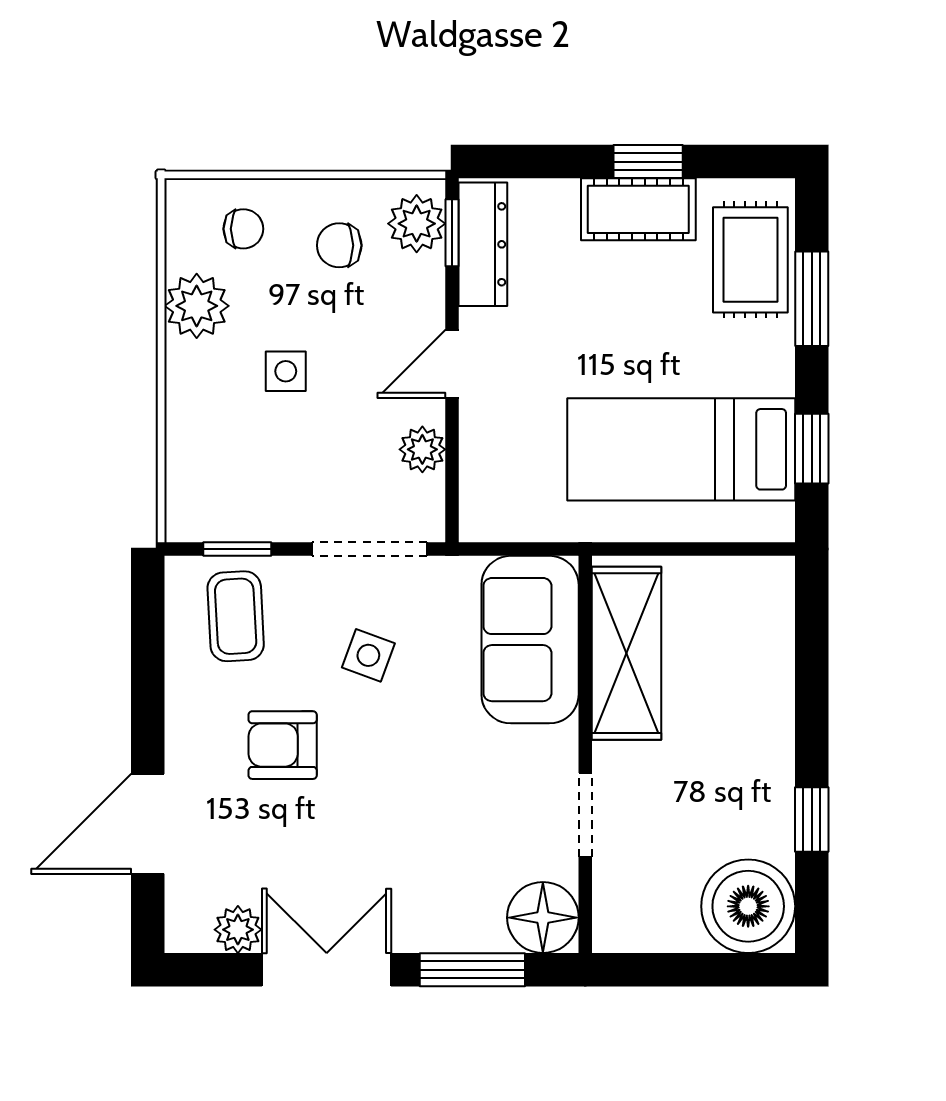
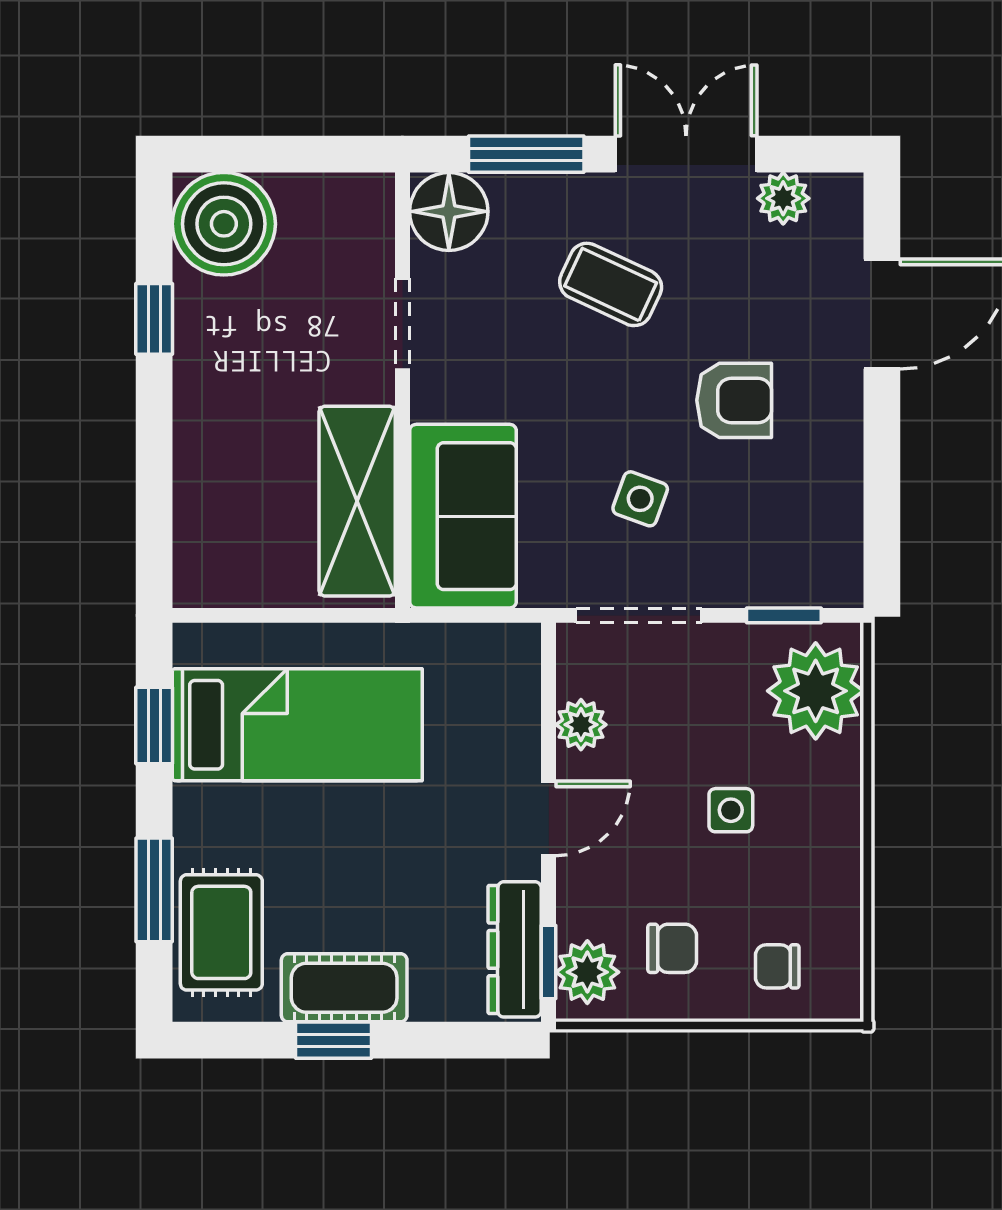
plant: (197, 306) -> (816, 691), moved, width x1.36, depth x1.36
coffee table: (236, 616) -> (611, 284), moved, turned -62
double door: (327, 970) -> (686, 154), swing flipped

